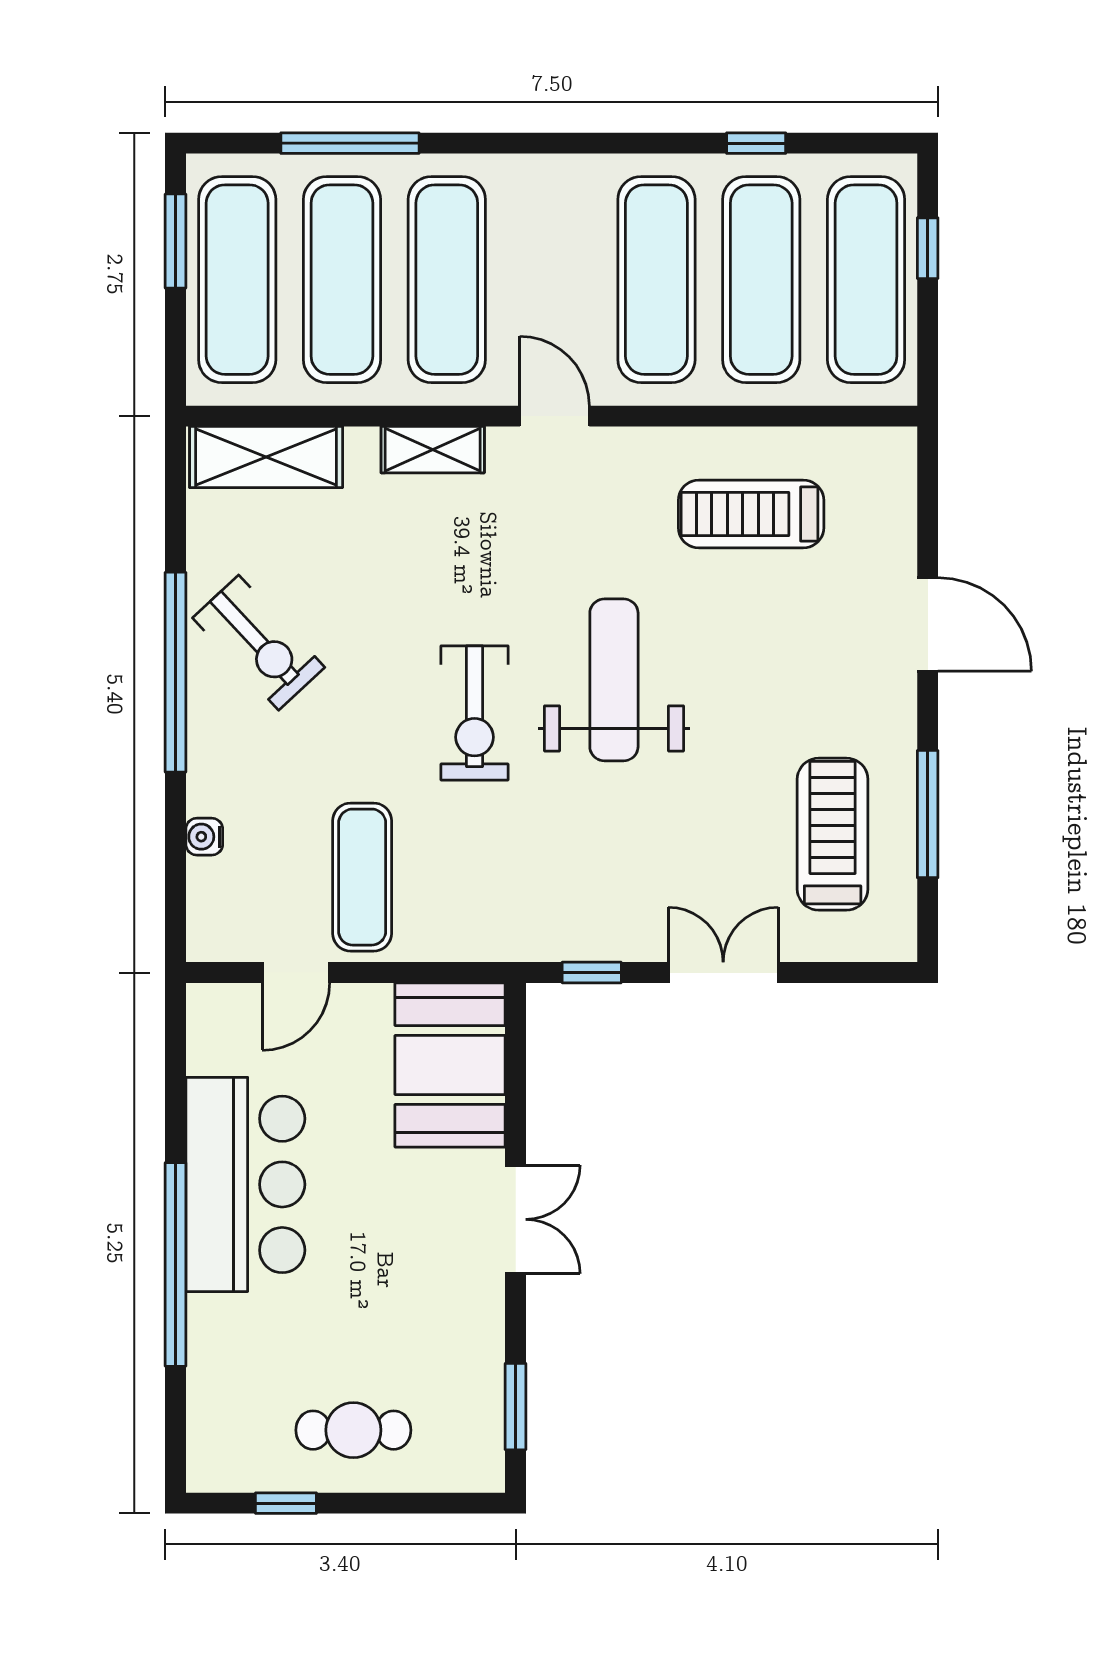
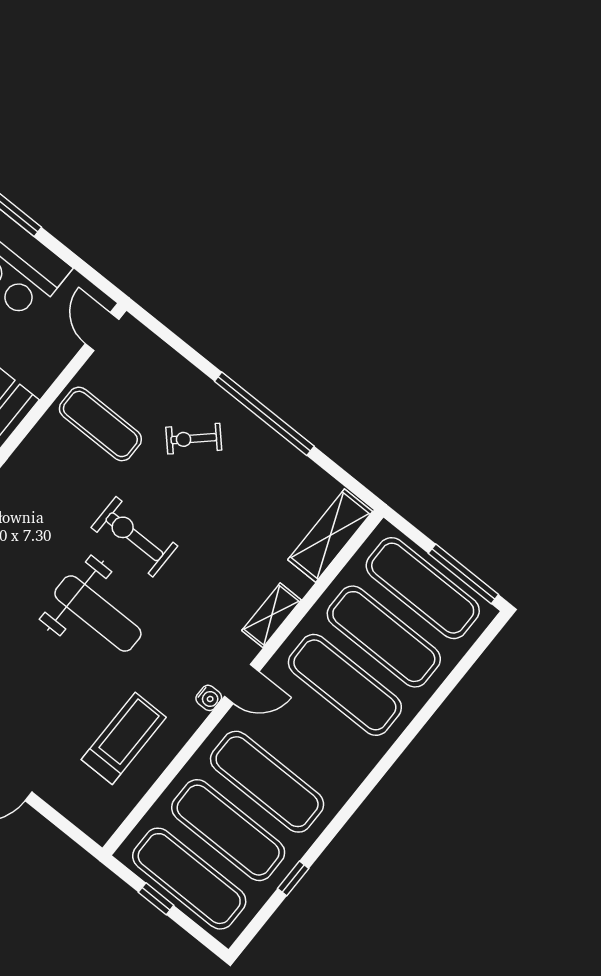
window: (350, 143) -> (444, 691), removed
window: (176, 241) -> (463, 574), width x1.44
window: (928, 248) -> (156, 899), moved
exercise bike: (259, 643) -> (194, 439), moved, width x0.73, depth x0.72
water cooler: (204, 837) -> (209, 698), moved, turned 90
door: (296, 973) -> (102, 331), moved

